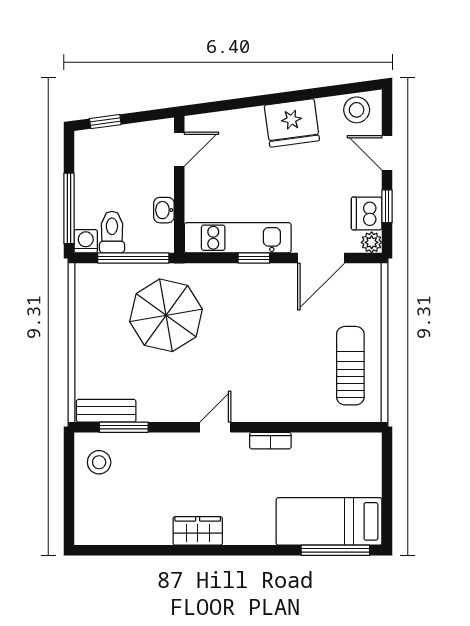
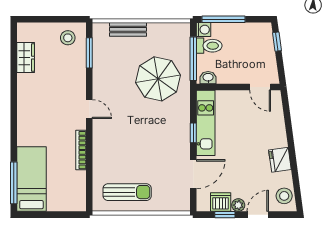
fridge: (292, 123) -> (280, 160), width x0.73, depth x0.75
washbasin: (164, 210) -> (208, 78), moved
plant: (372, 242) -> (238, 205), moved
door: (321, 258) -> (193, 174), swing flipped
bench: (106, 411) -> (128, 29), moved, turned 90
bookcase: (270, 441) -> (81, 150), width x1.56
wardrobe: (198, 531) -> (26, 58), moved

